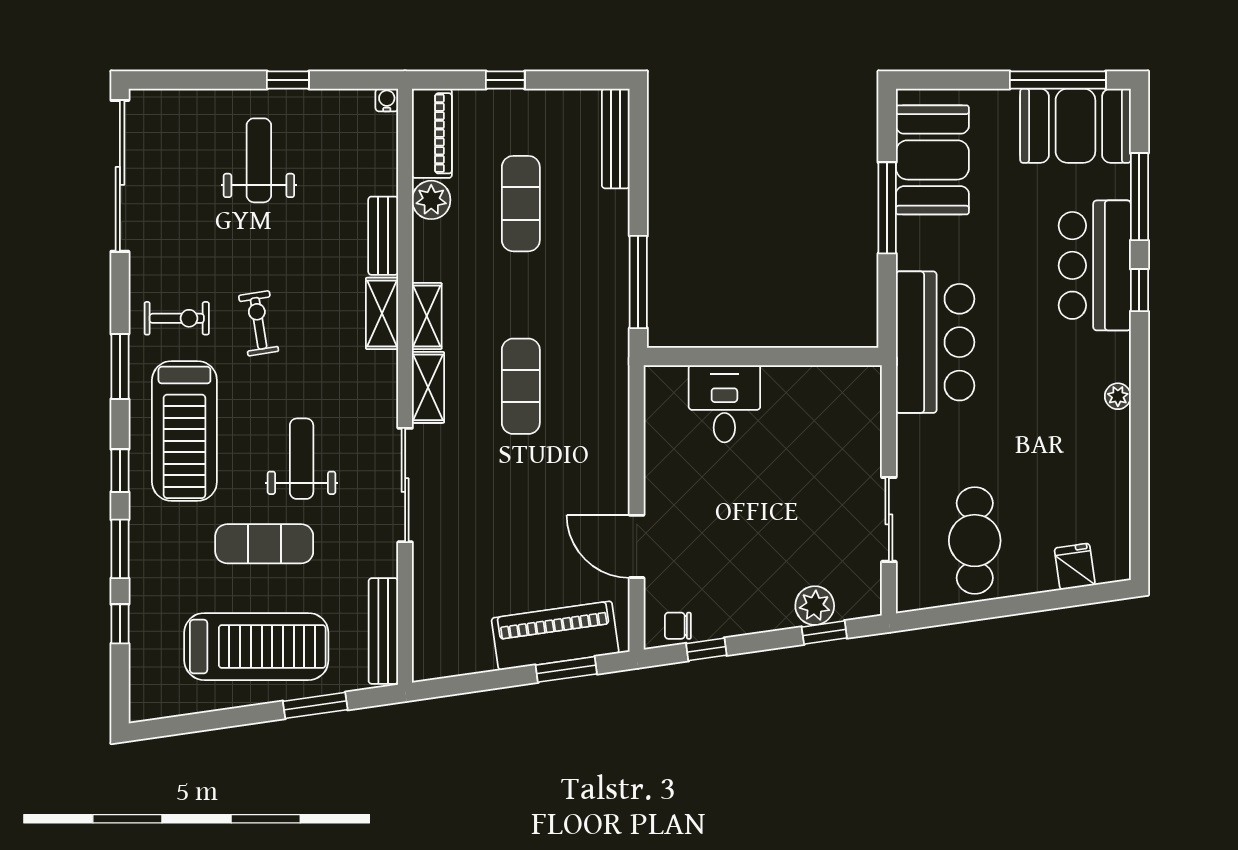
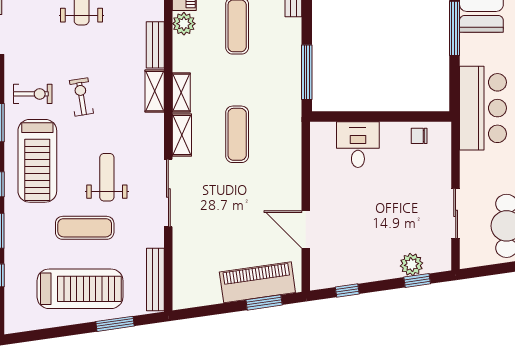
chair: (678, 626) -> (419, 136), moved

